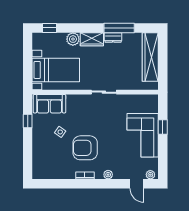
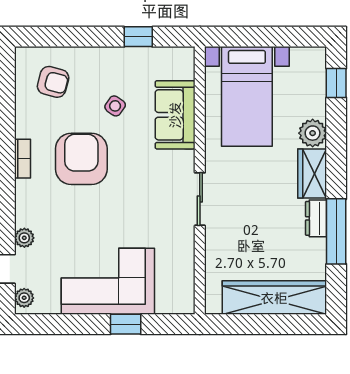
sofa: (49, 104) -> (175, 115), moved
armchair: (49, 161) -> (53, 82), added
plant: (108, 175) -> (24, 238), moved

